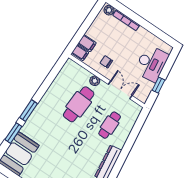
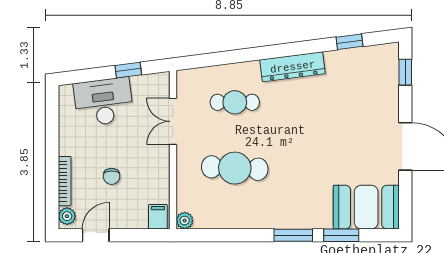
door: (91, 18) -> (96, 235), added
filing cabinet: (87, 43) -> (137, 216), removed
chair: (106, 62) -> (112, 176), moved
plant: (95, 81) -> (185, 221), moved

